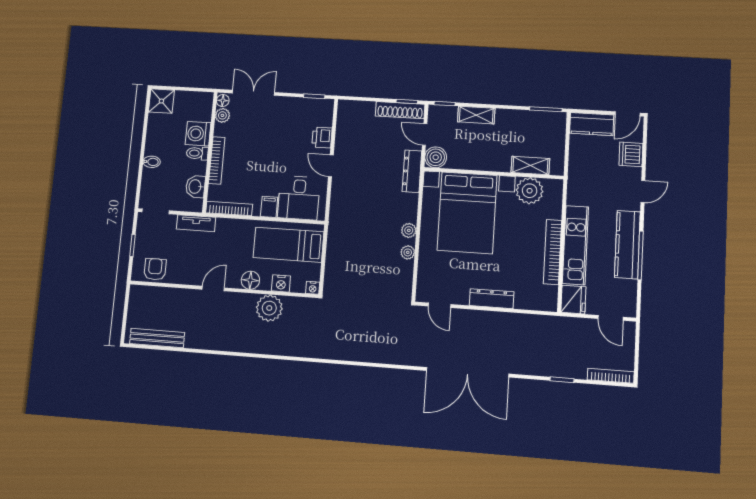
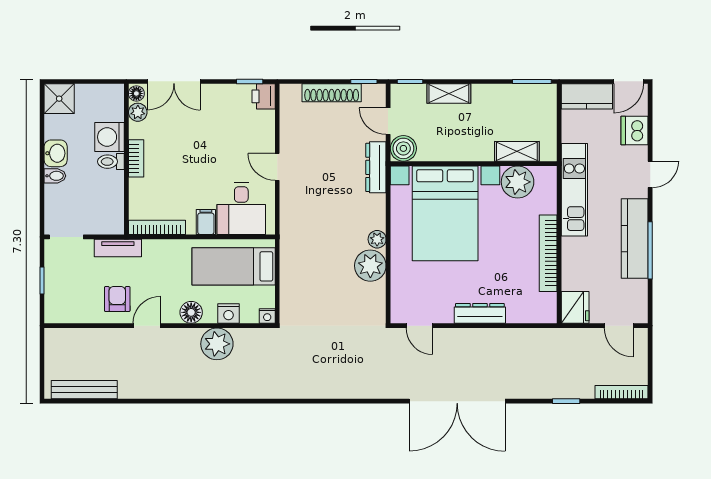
double door: (253, 93) -> (174, 81), swing flipped
shoe rack: (400, 110) -> (332, 93), moved
printer: (322, 137) -> (264, 96), moved
bookcase: (217, 160) -> (136, 158), width x0.64
washbasin: (195, 187) -> (56, 153), moved, turned 180
kitchen unit: (575, 245) -> (574, 190), moved
plant: (408, 252) -> (370, 266), width x1.88, depth x1.88
armchair: (155, 269) -> (117, 299), moved

